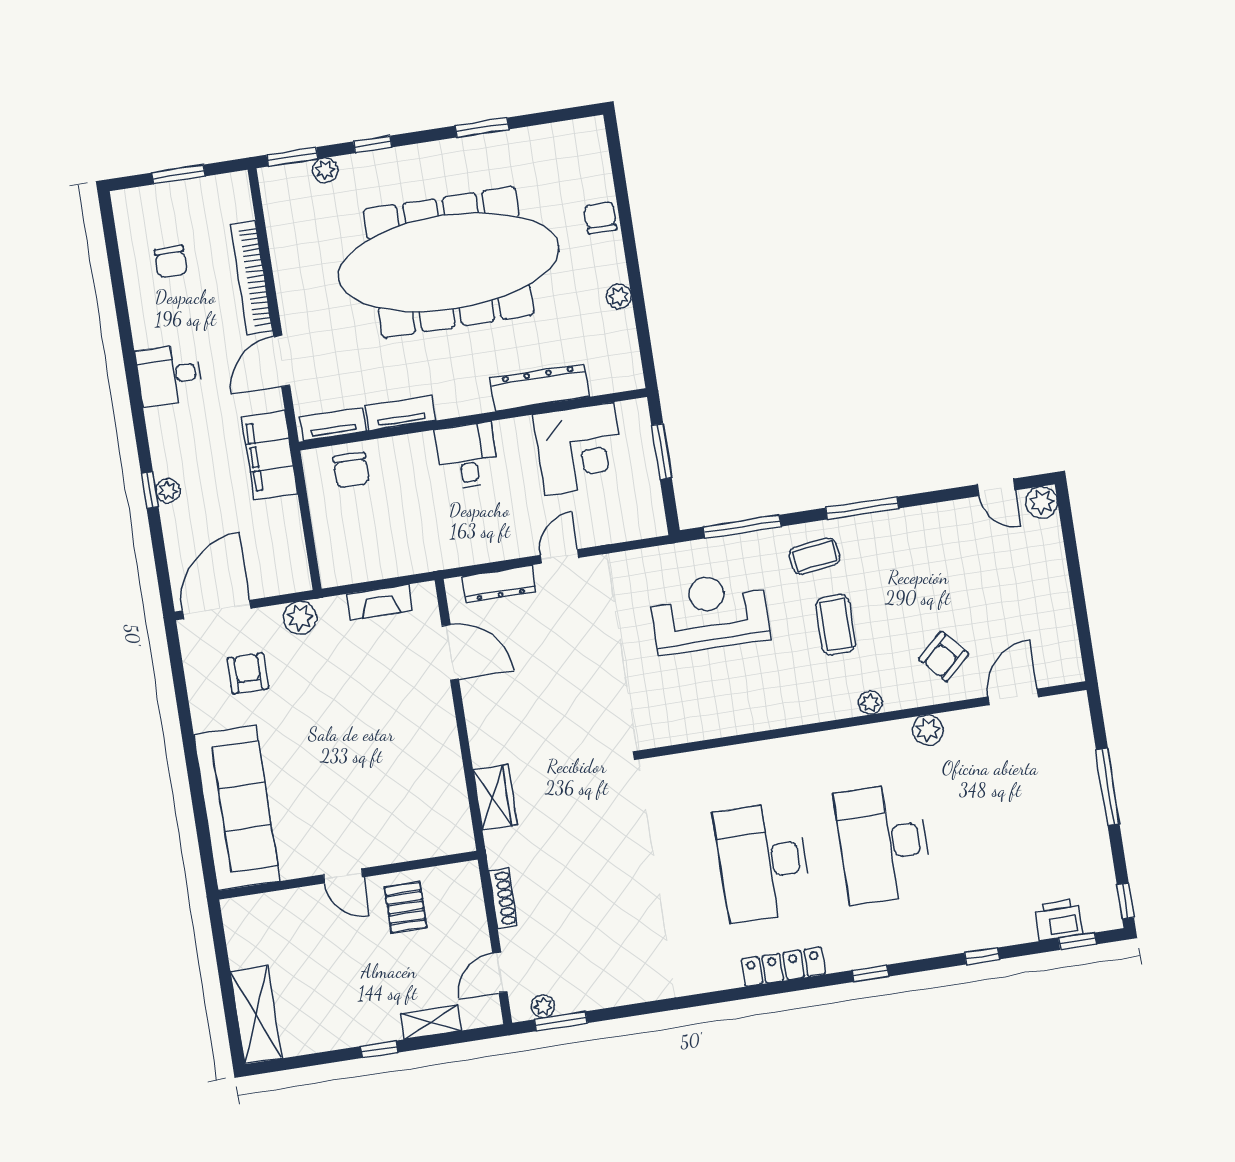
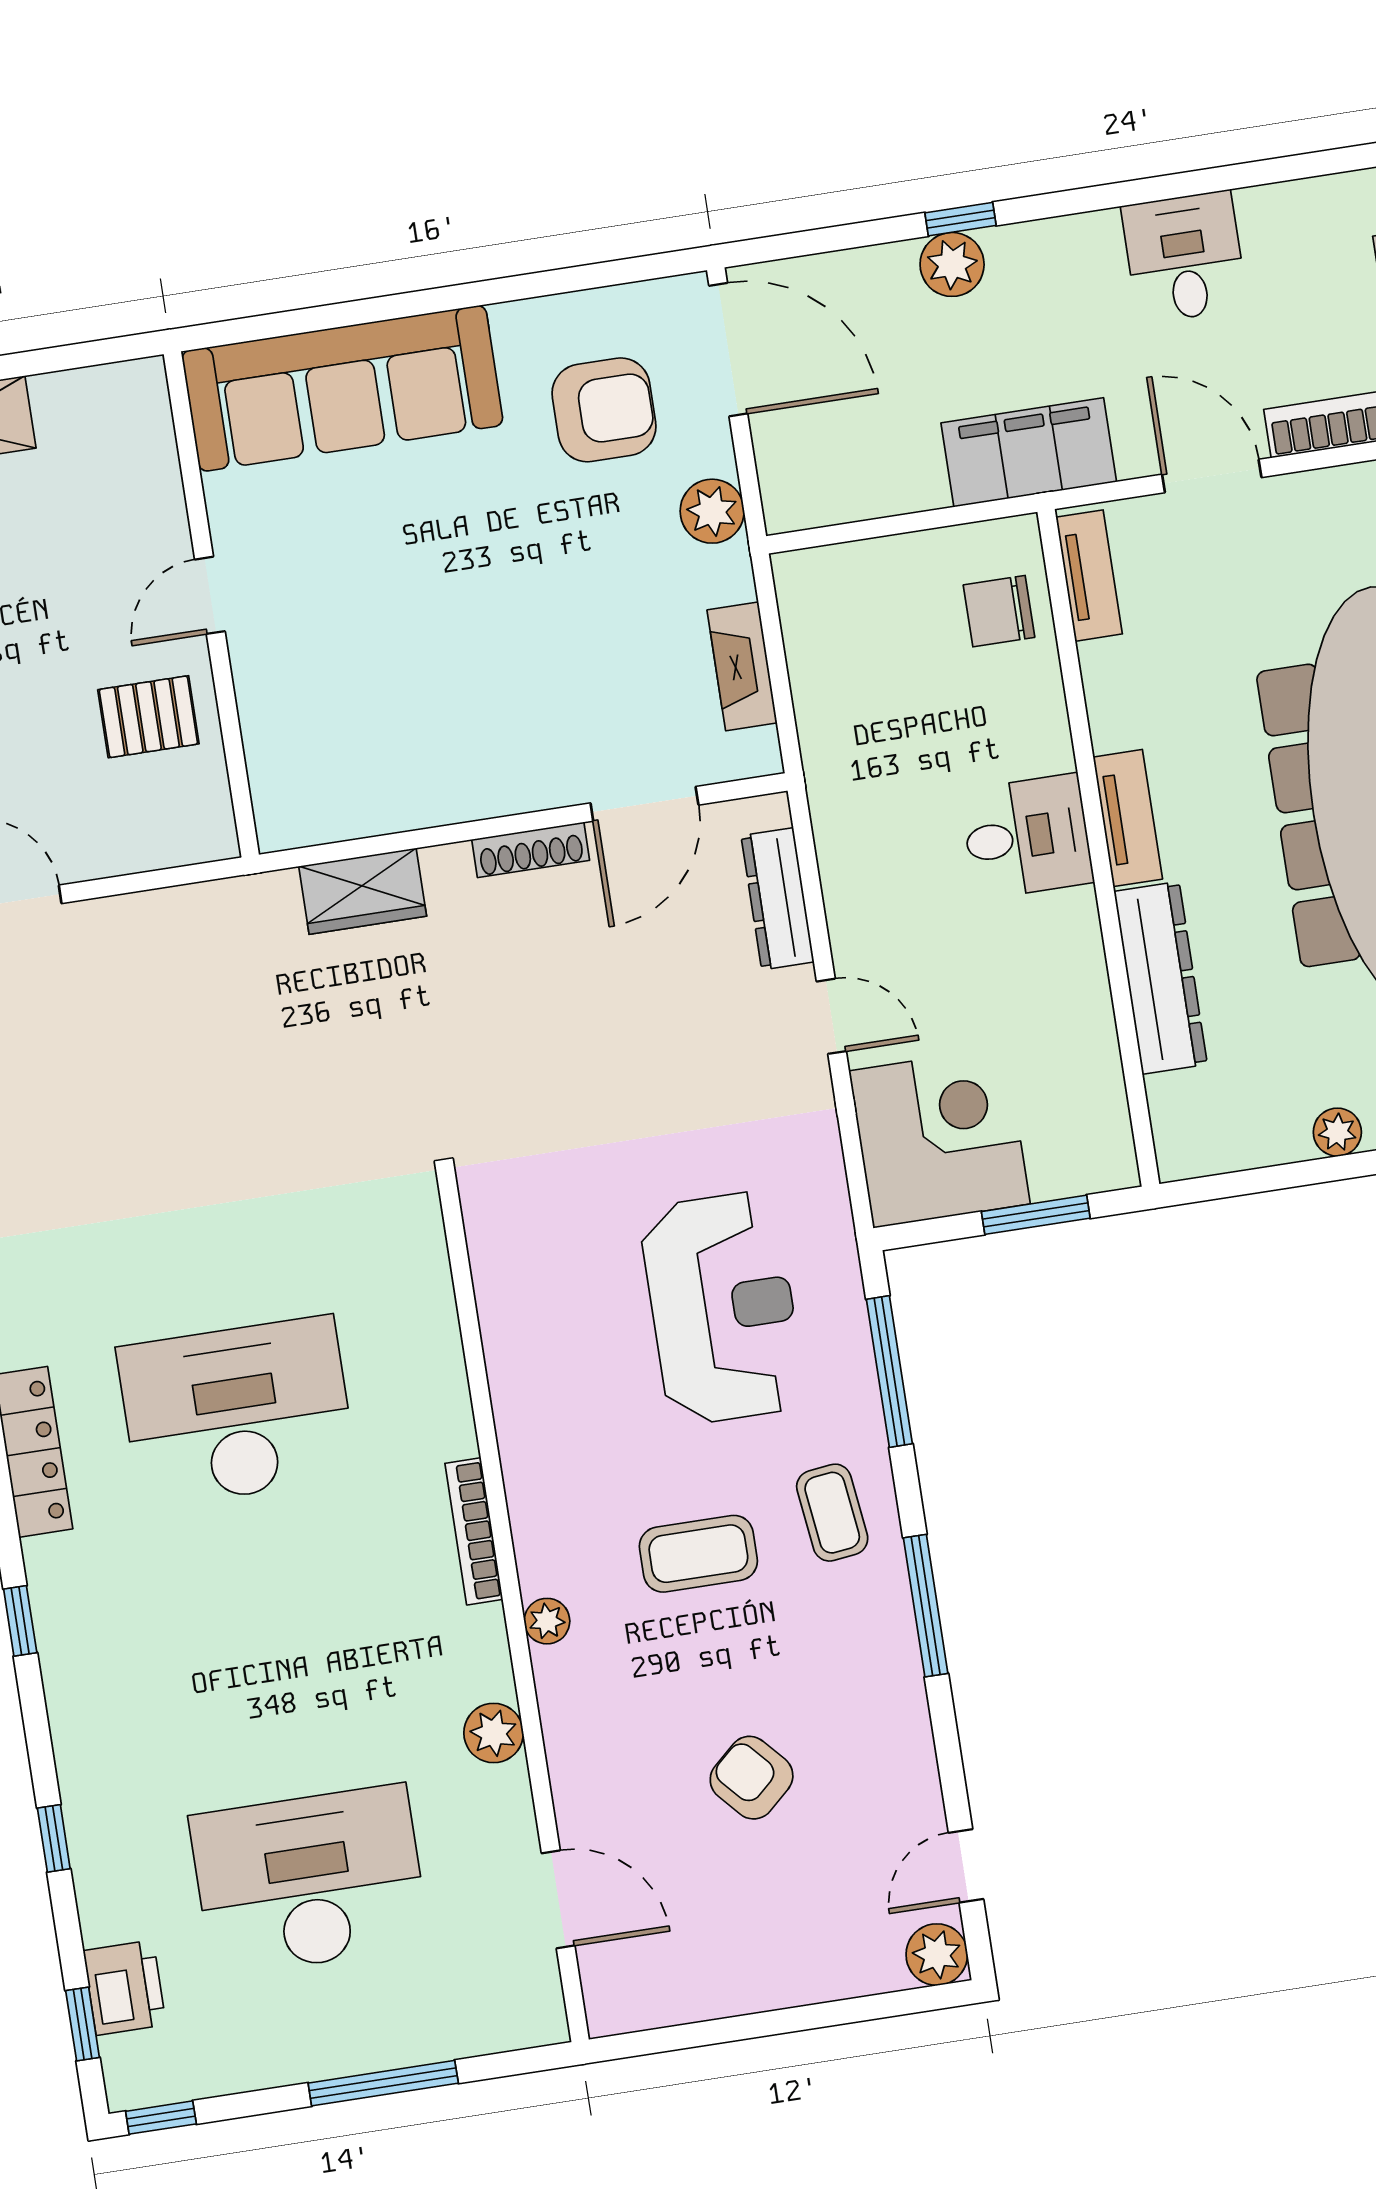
tv unit: (400, 413) -> (1128, 818), moved
corner desk: (579, 449) -> (940, 1137), moved, turned 180
plant: (168, 491) -> (952, 264), width x1.38, depth x1.38
armchair: (944, 657) -> (752, 1778), moved
armchair: (248, 673) -> (604, 410), width x1.38, depth x1.38
bookcase: (824, 740) -> (474, 1531), added
desk: (883, 843) -> (309, 1881), moved
shoe rack: (503, 899) -> (531, 850), moved

